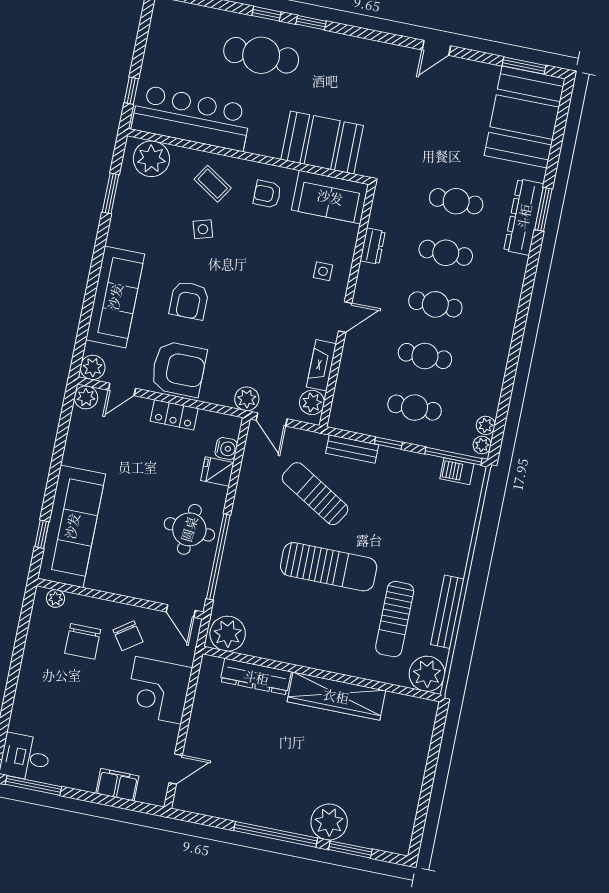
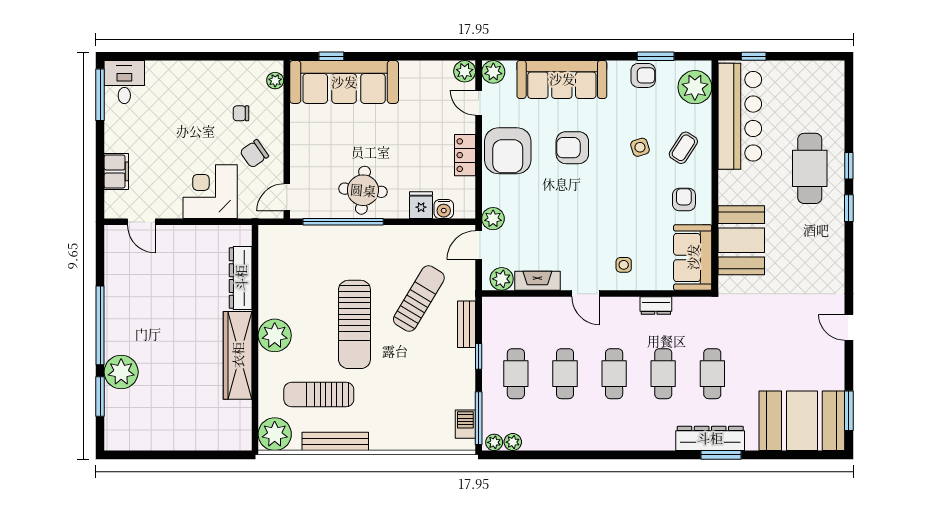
armchair: (128, 211) -> (643, 75), added
plant: (228, 634) -> (275, 335), moved
chair: (83, 641) -> (241, 113), width x0.54, depth x0.54

